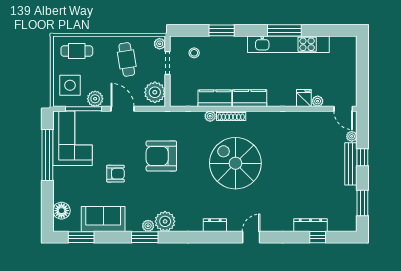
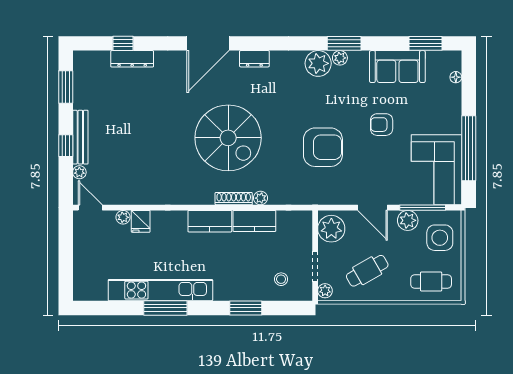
cafe table: (127, 59) -> (367, 271), turned 69
floor lamp: (61, 211) -> (456, 77), width x0.53, depth x0.53
door: (251, 237) -> (208, 43), width x1.88

